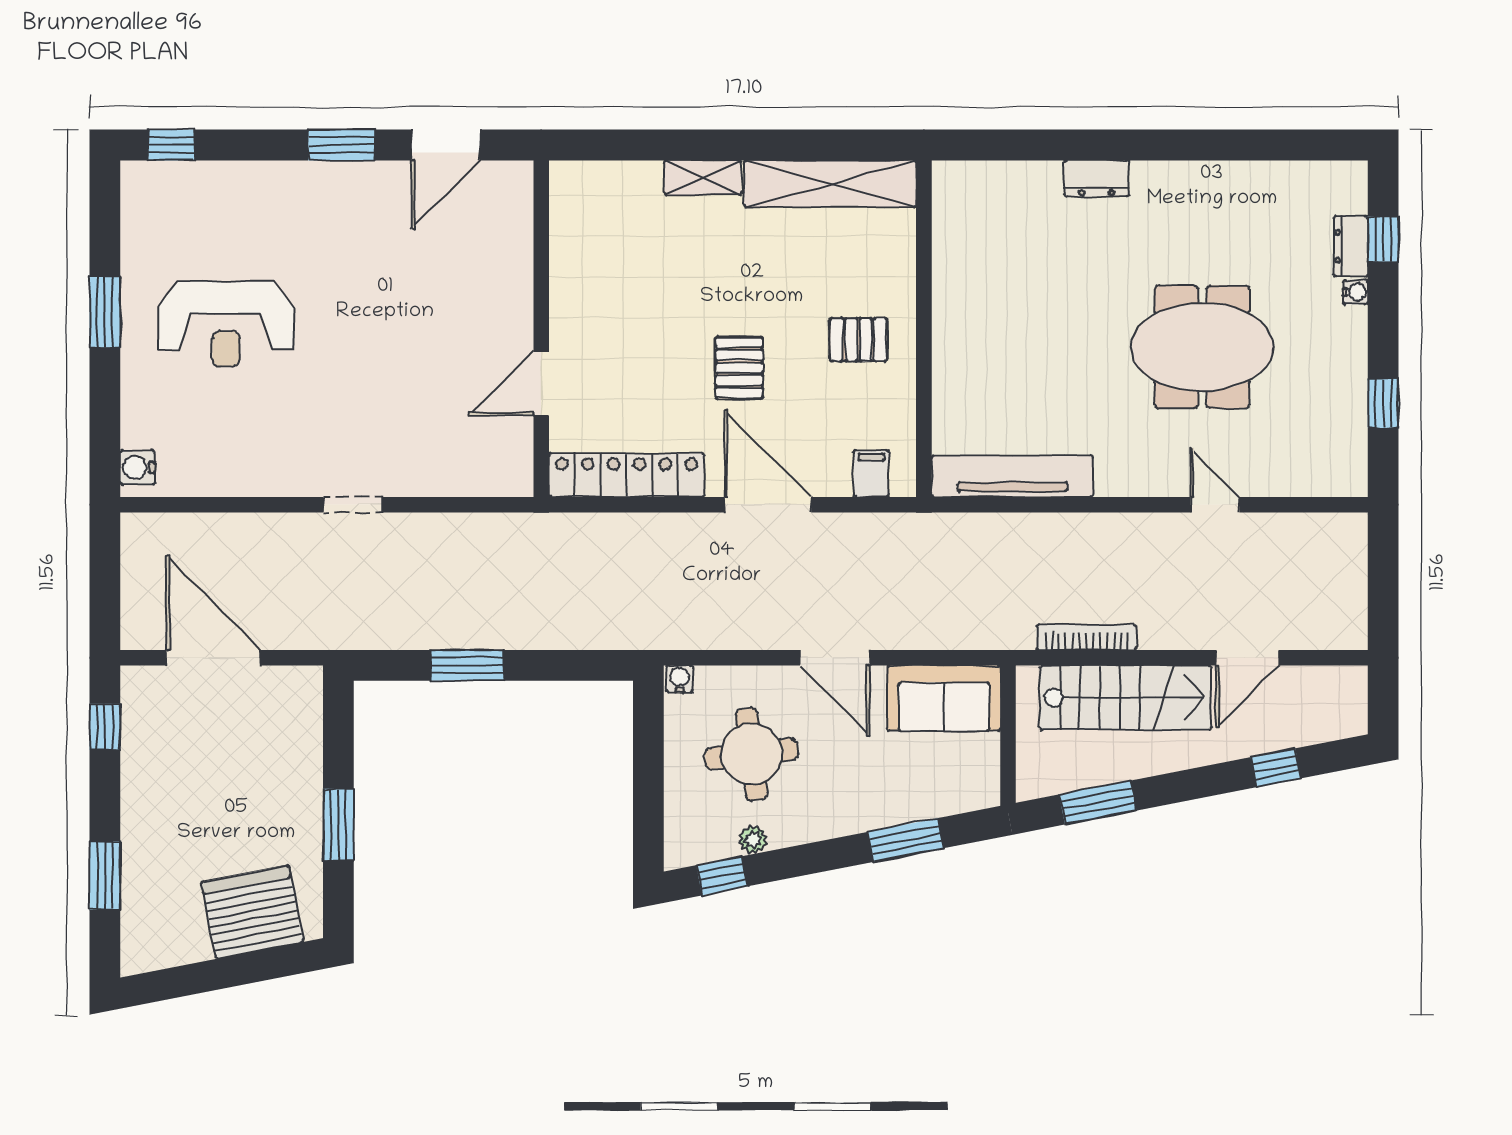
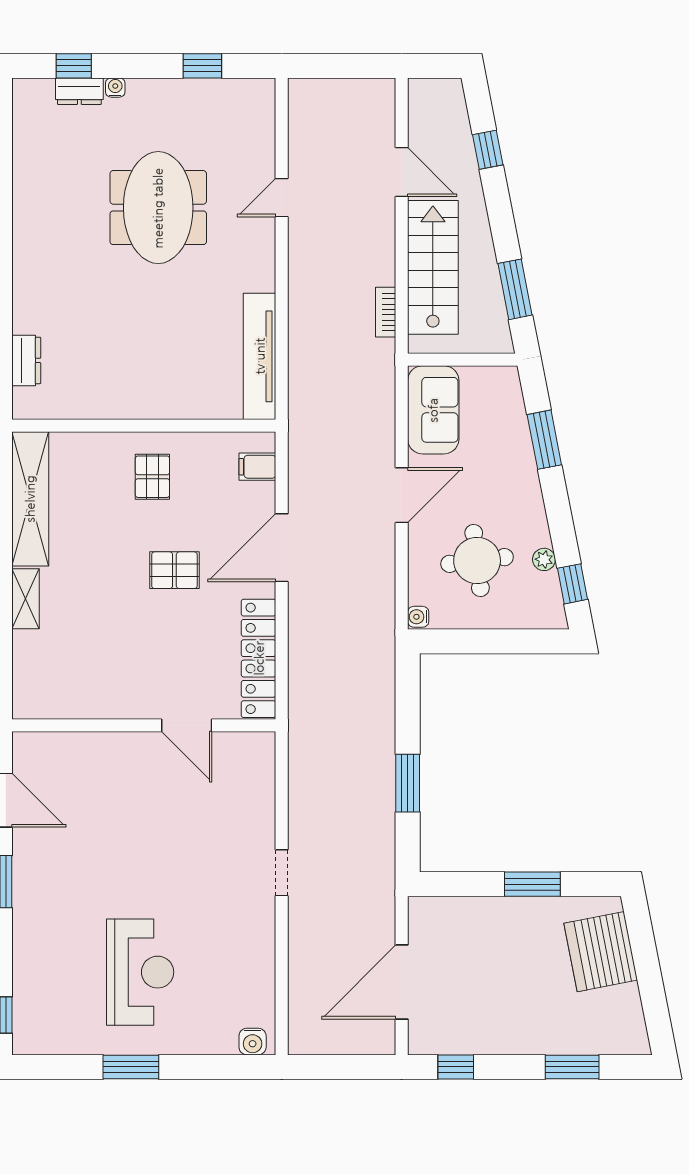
dresser: (1096, 178) -> (26, 360), moved
bookcase: (1087, 637) -> (386, 312), width x0.64

